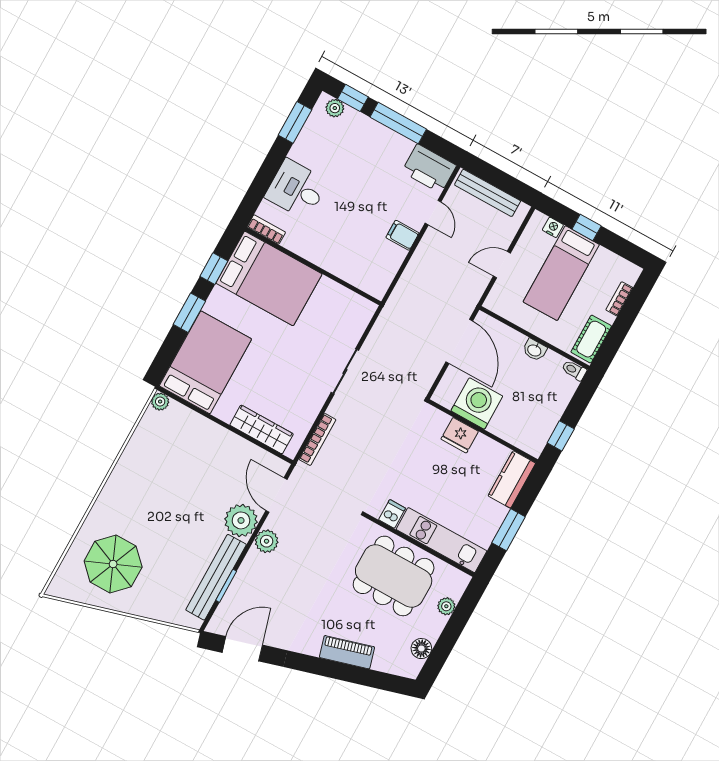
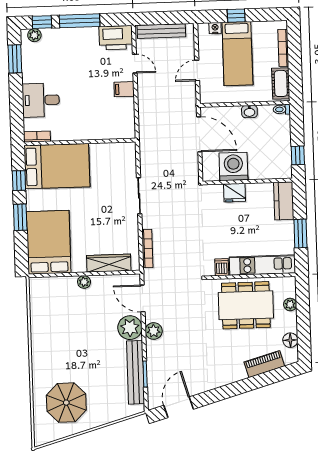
bookcase: (619, 299) -> (283, 48), width x1.56
plant: (160, 402) -> (84, 282), moved
piano: (347, 652) -> (264, 364), moved

